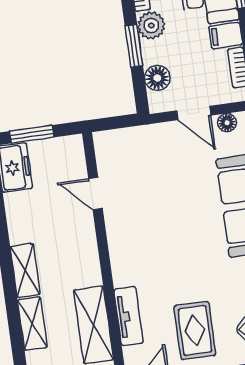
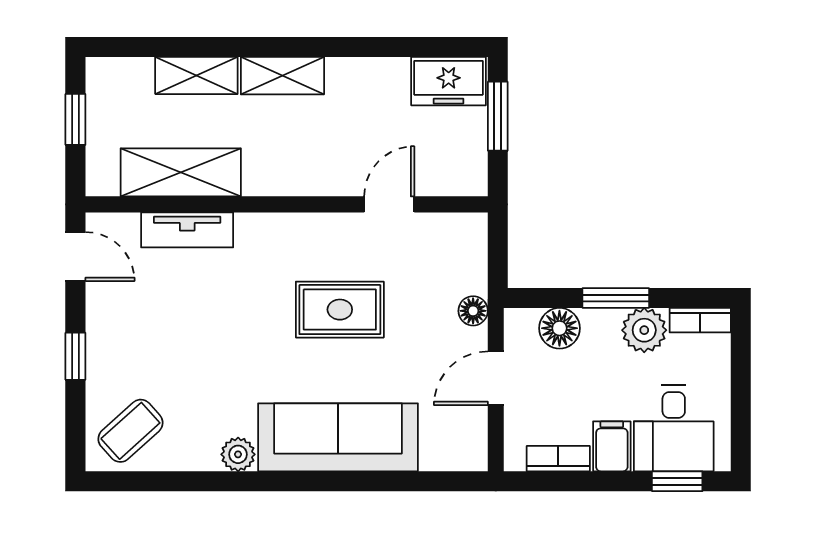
floor lamp: (227, 123) -> (473, 311), moved
rug: (195, 330) -> (340, 310), moved

